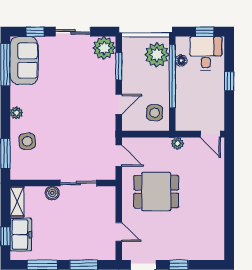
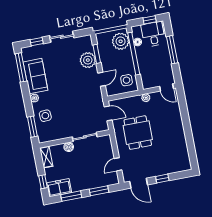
plant: (104, 48) -> (88, 60), moved
sofa: (24, 61) -> (35, 76), moved
window: (229, 81) -> (172, 50), width x2.17
dining table: (156, 192) -> (138, 133), turned 90
door: (119, 232) -> (118, 164), swing flipped
freezer: (21, 235) -> (59, 188), moved, turned -90

